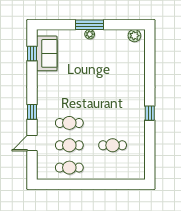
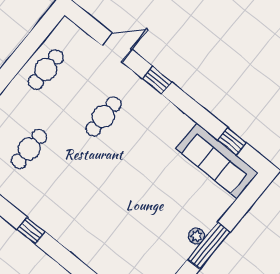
sofa: (47, 53) -> (217, 161), width x1.36
door: (32, 143) -> (117, 47), hinge flipped
cafe table: (69, 145) -> (75, 93), removed

